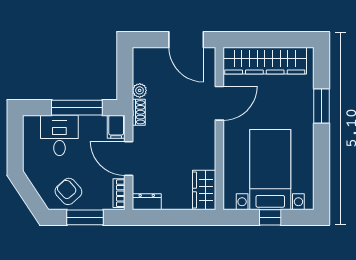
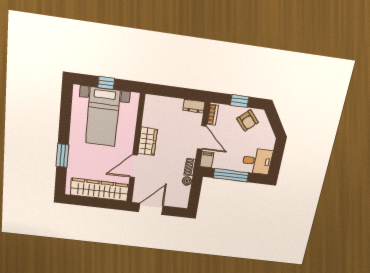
door: (186, 40) -> (151, 209), hinge flipped
desk: (59, 135) -> (257, 161), moved, turned -90
wardrobe: (204, 190) -> (148, 141), moved
window: (85, 217) -> (239, 101), width x0.67

